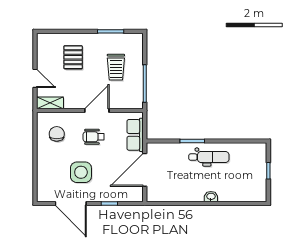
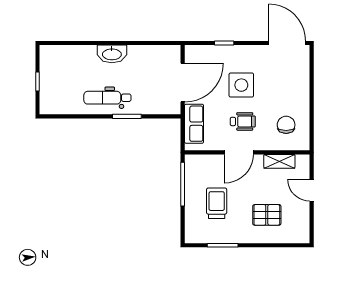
pallet: (73, 57) -> (267, 215), turned 90
shelving: (50, 103) -> (279, 161), moved
chair: (57, 134) -> (286, 125), turned 180
side table: (81, 172) -> (241, 85), moved
washbasin: (211, 197) -> (112, 54), width x1.91, depth x1.45
door: (71, 204) -> (287, 43), moved

